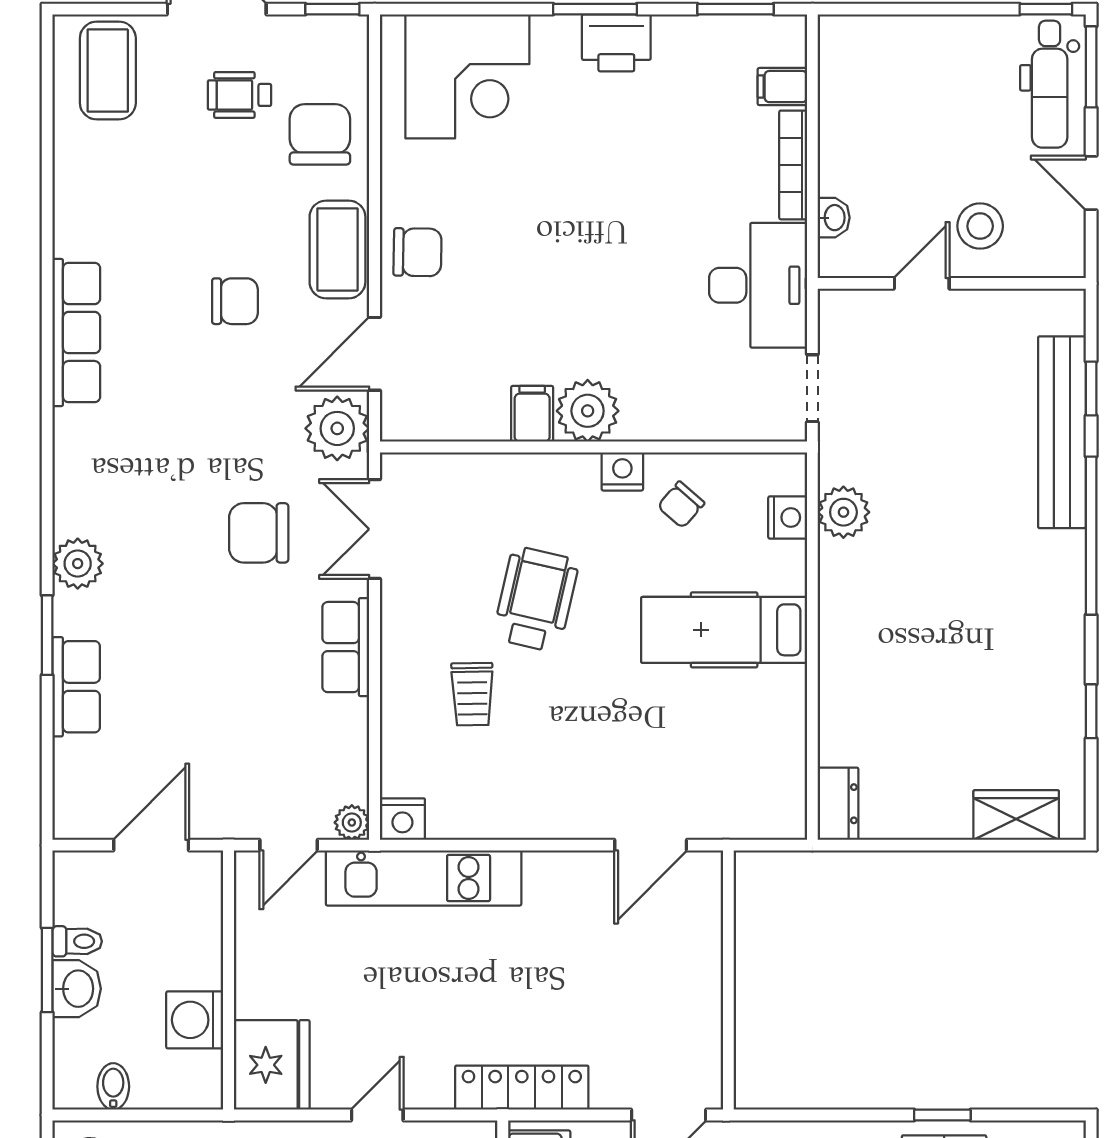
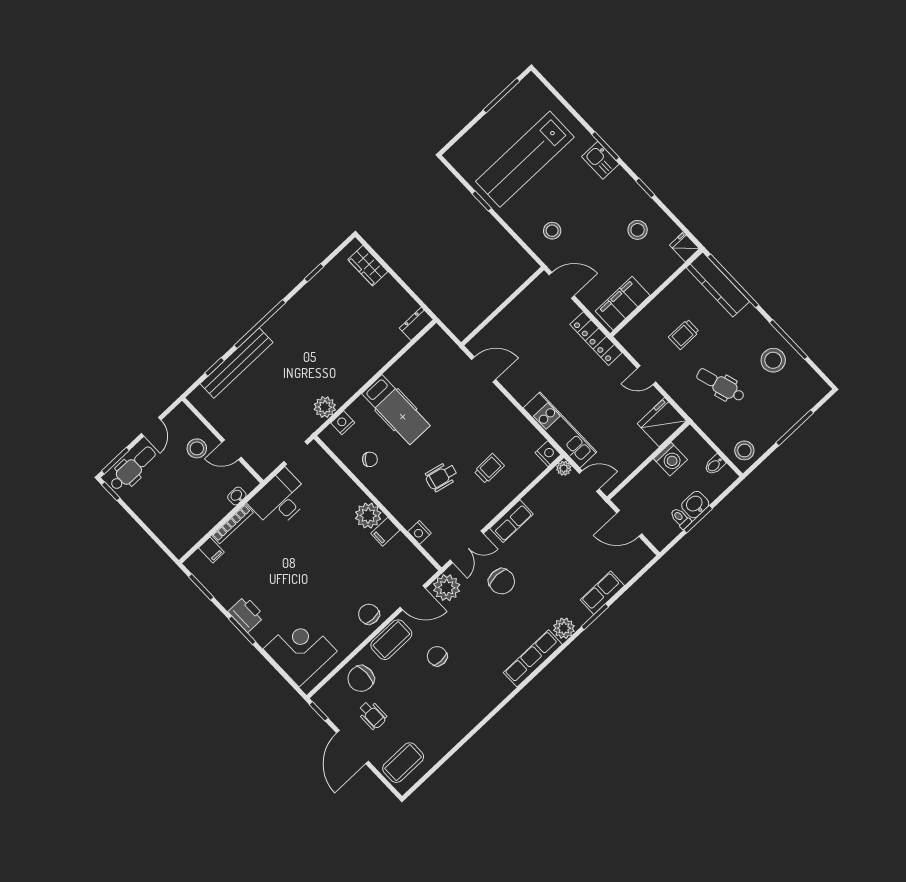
row of seats: (76, 333) -> (533, 658), moved
nightstand: (622, 471) -> (419, 532), moved
wheelchair: (536, 599) -> (441, 477), width x0.73, depth x0.73

